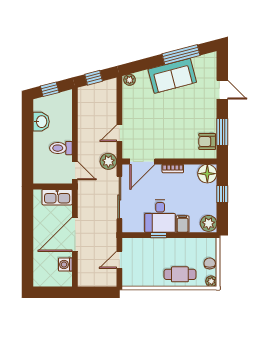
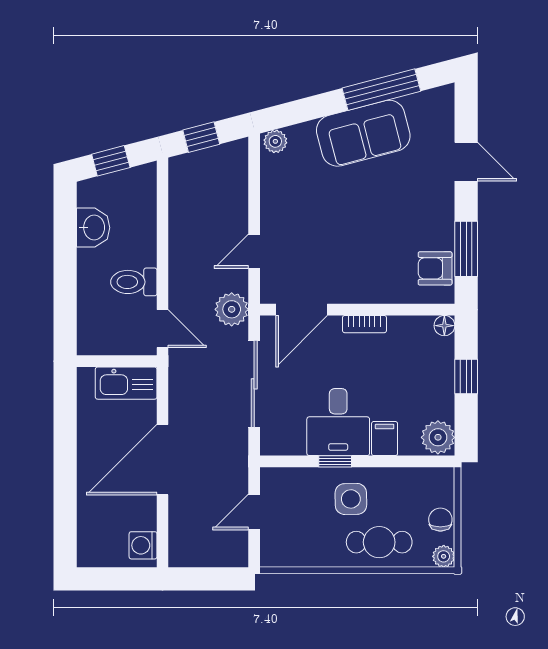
floor lamp: (207, 174) -> (444, 326), width x0.53, depth x0.53
side table: (166, 253) -> (351, 499), added
washing machine: (65, 264) -> (143, 545), moved

